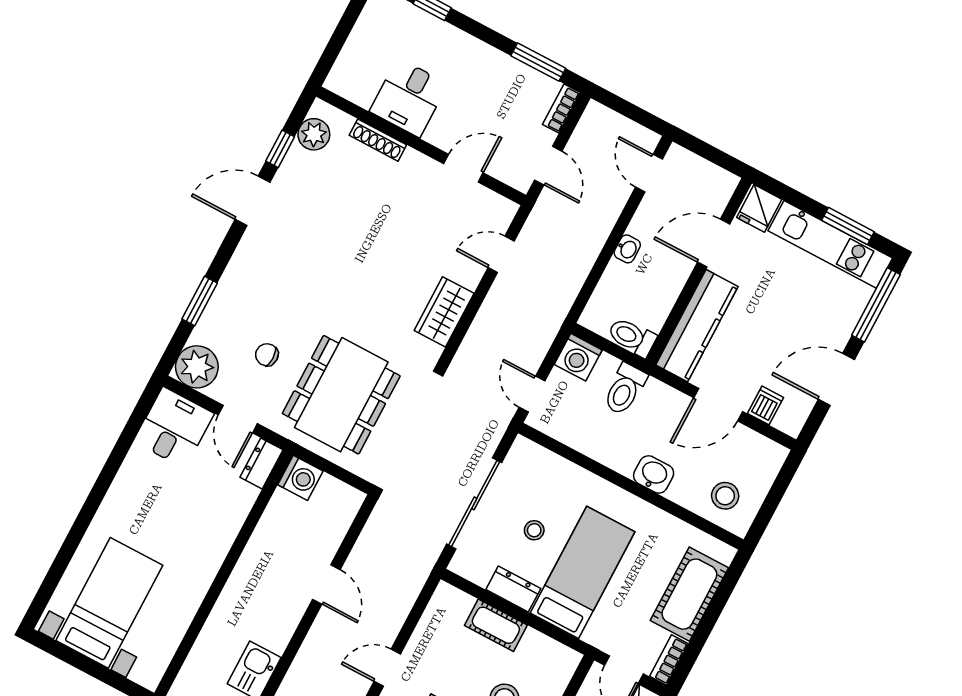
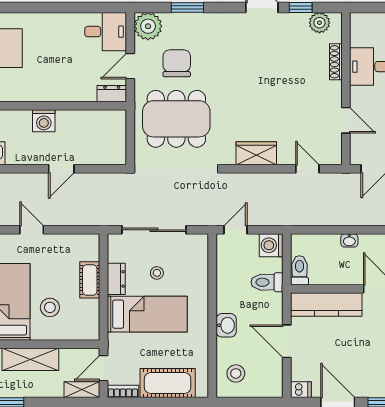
chair: (267, 355) -> (177, 63), width x1.87, depth x1.87
dishwasher: (765, 405) -> (301, 390), moved
washing machine: (300, 478) -> (44, 121), moved

